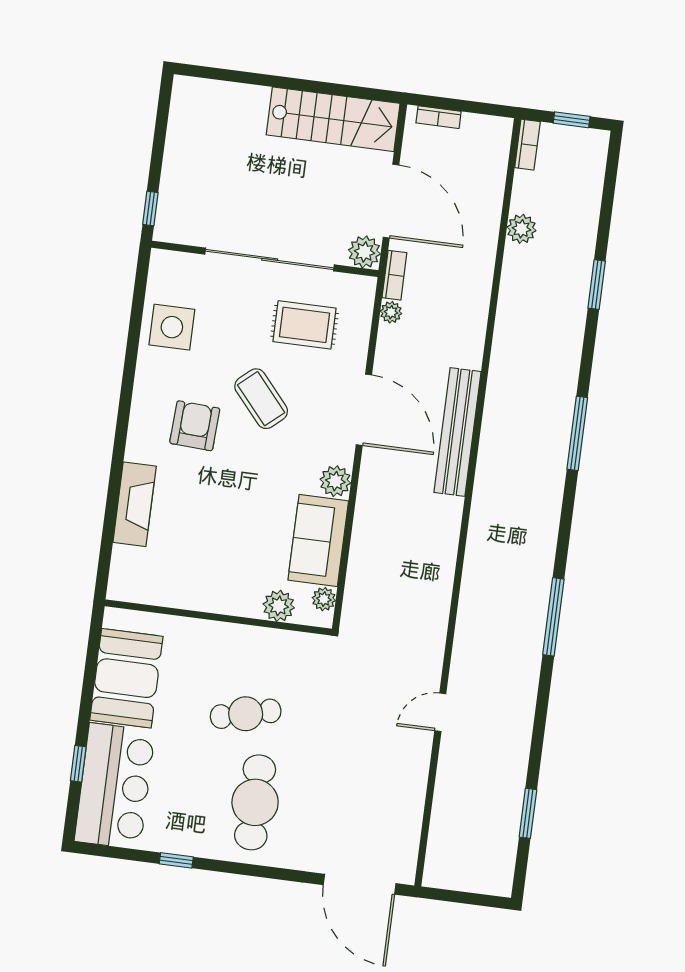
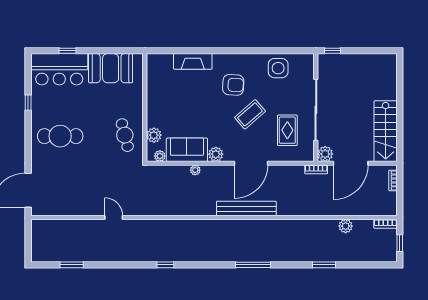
plant: (391, 312) -> (195, 170), moved
window: (553, 617) -> (165, 265), width x0.46
cafe table: (246, 714) -> (125, 135), moved

